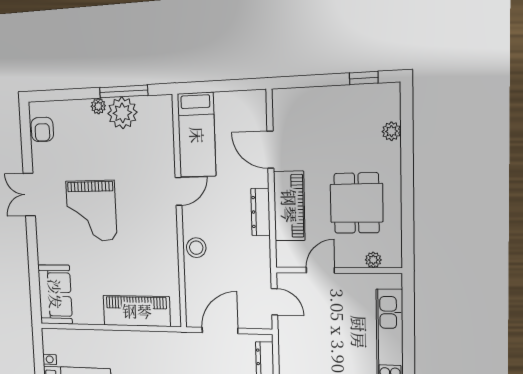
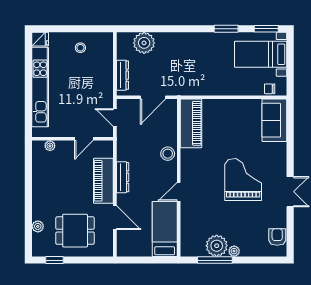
dining table: (357, 203) -> (75, 231), moved, turned 90
piano: (137, 311) -> (191, 123), moved, turned -90
chair: (64, 338) -> (270, 89), added

